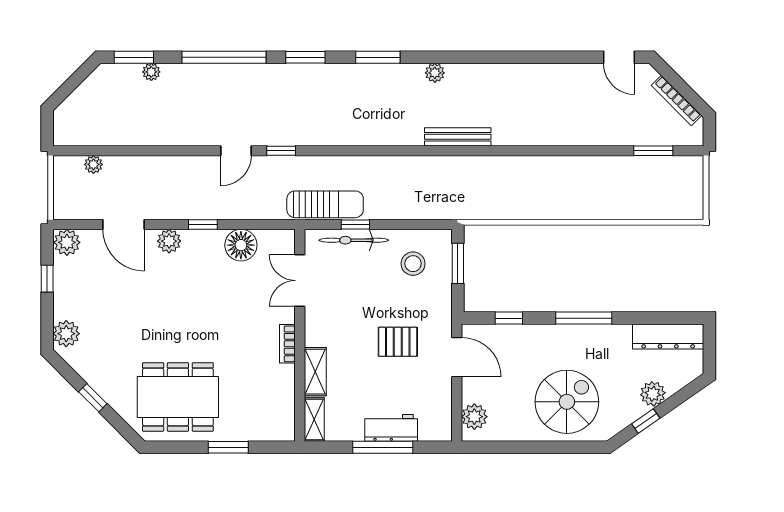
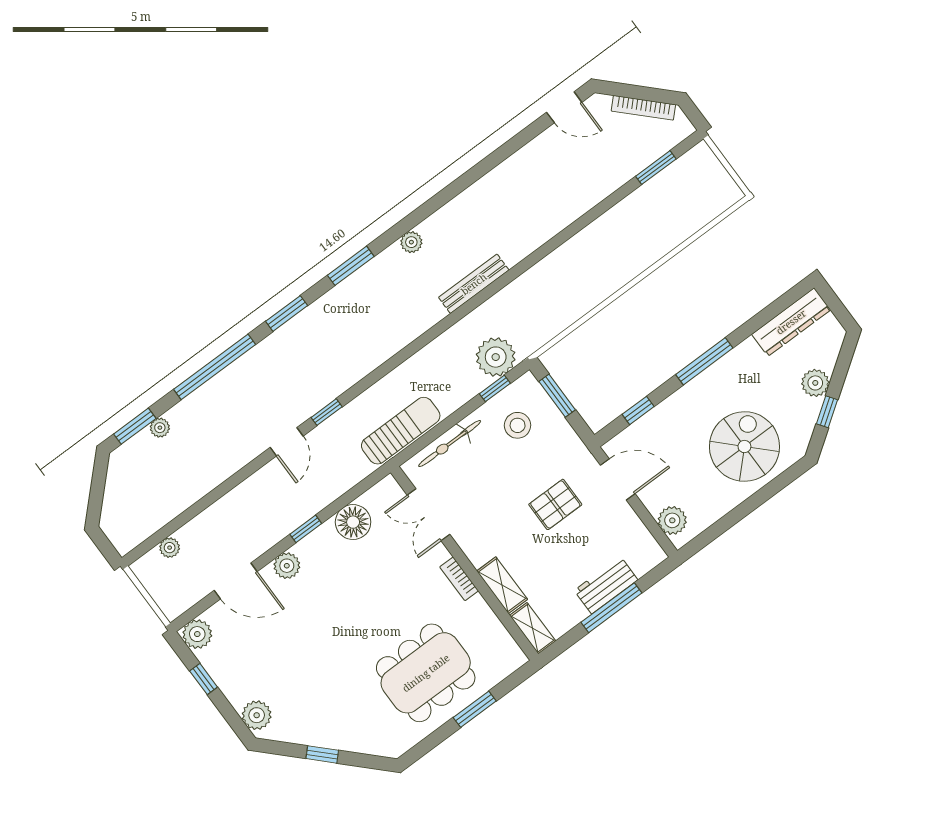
plant: (434, 202) -> (496, 357), added
window: (355, 225) -> (495, 388), moved
dining table: (178, 397) -> (426, 673), moved

